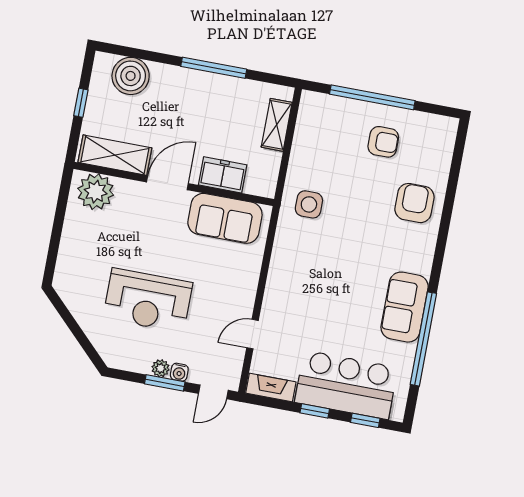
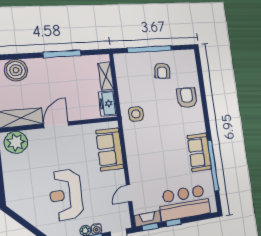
armchair: (383, 142) -> (162, 71), turned 96
freezer: (223, 175) -> (108, 104), moved, turned -90
sofa: (225, 218) -> (110, 149), moved, turned 90
reception desk: (148, 300) -> (66, 195), turned 90
window: (365, 420) -> (150, 227), moved

